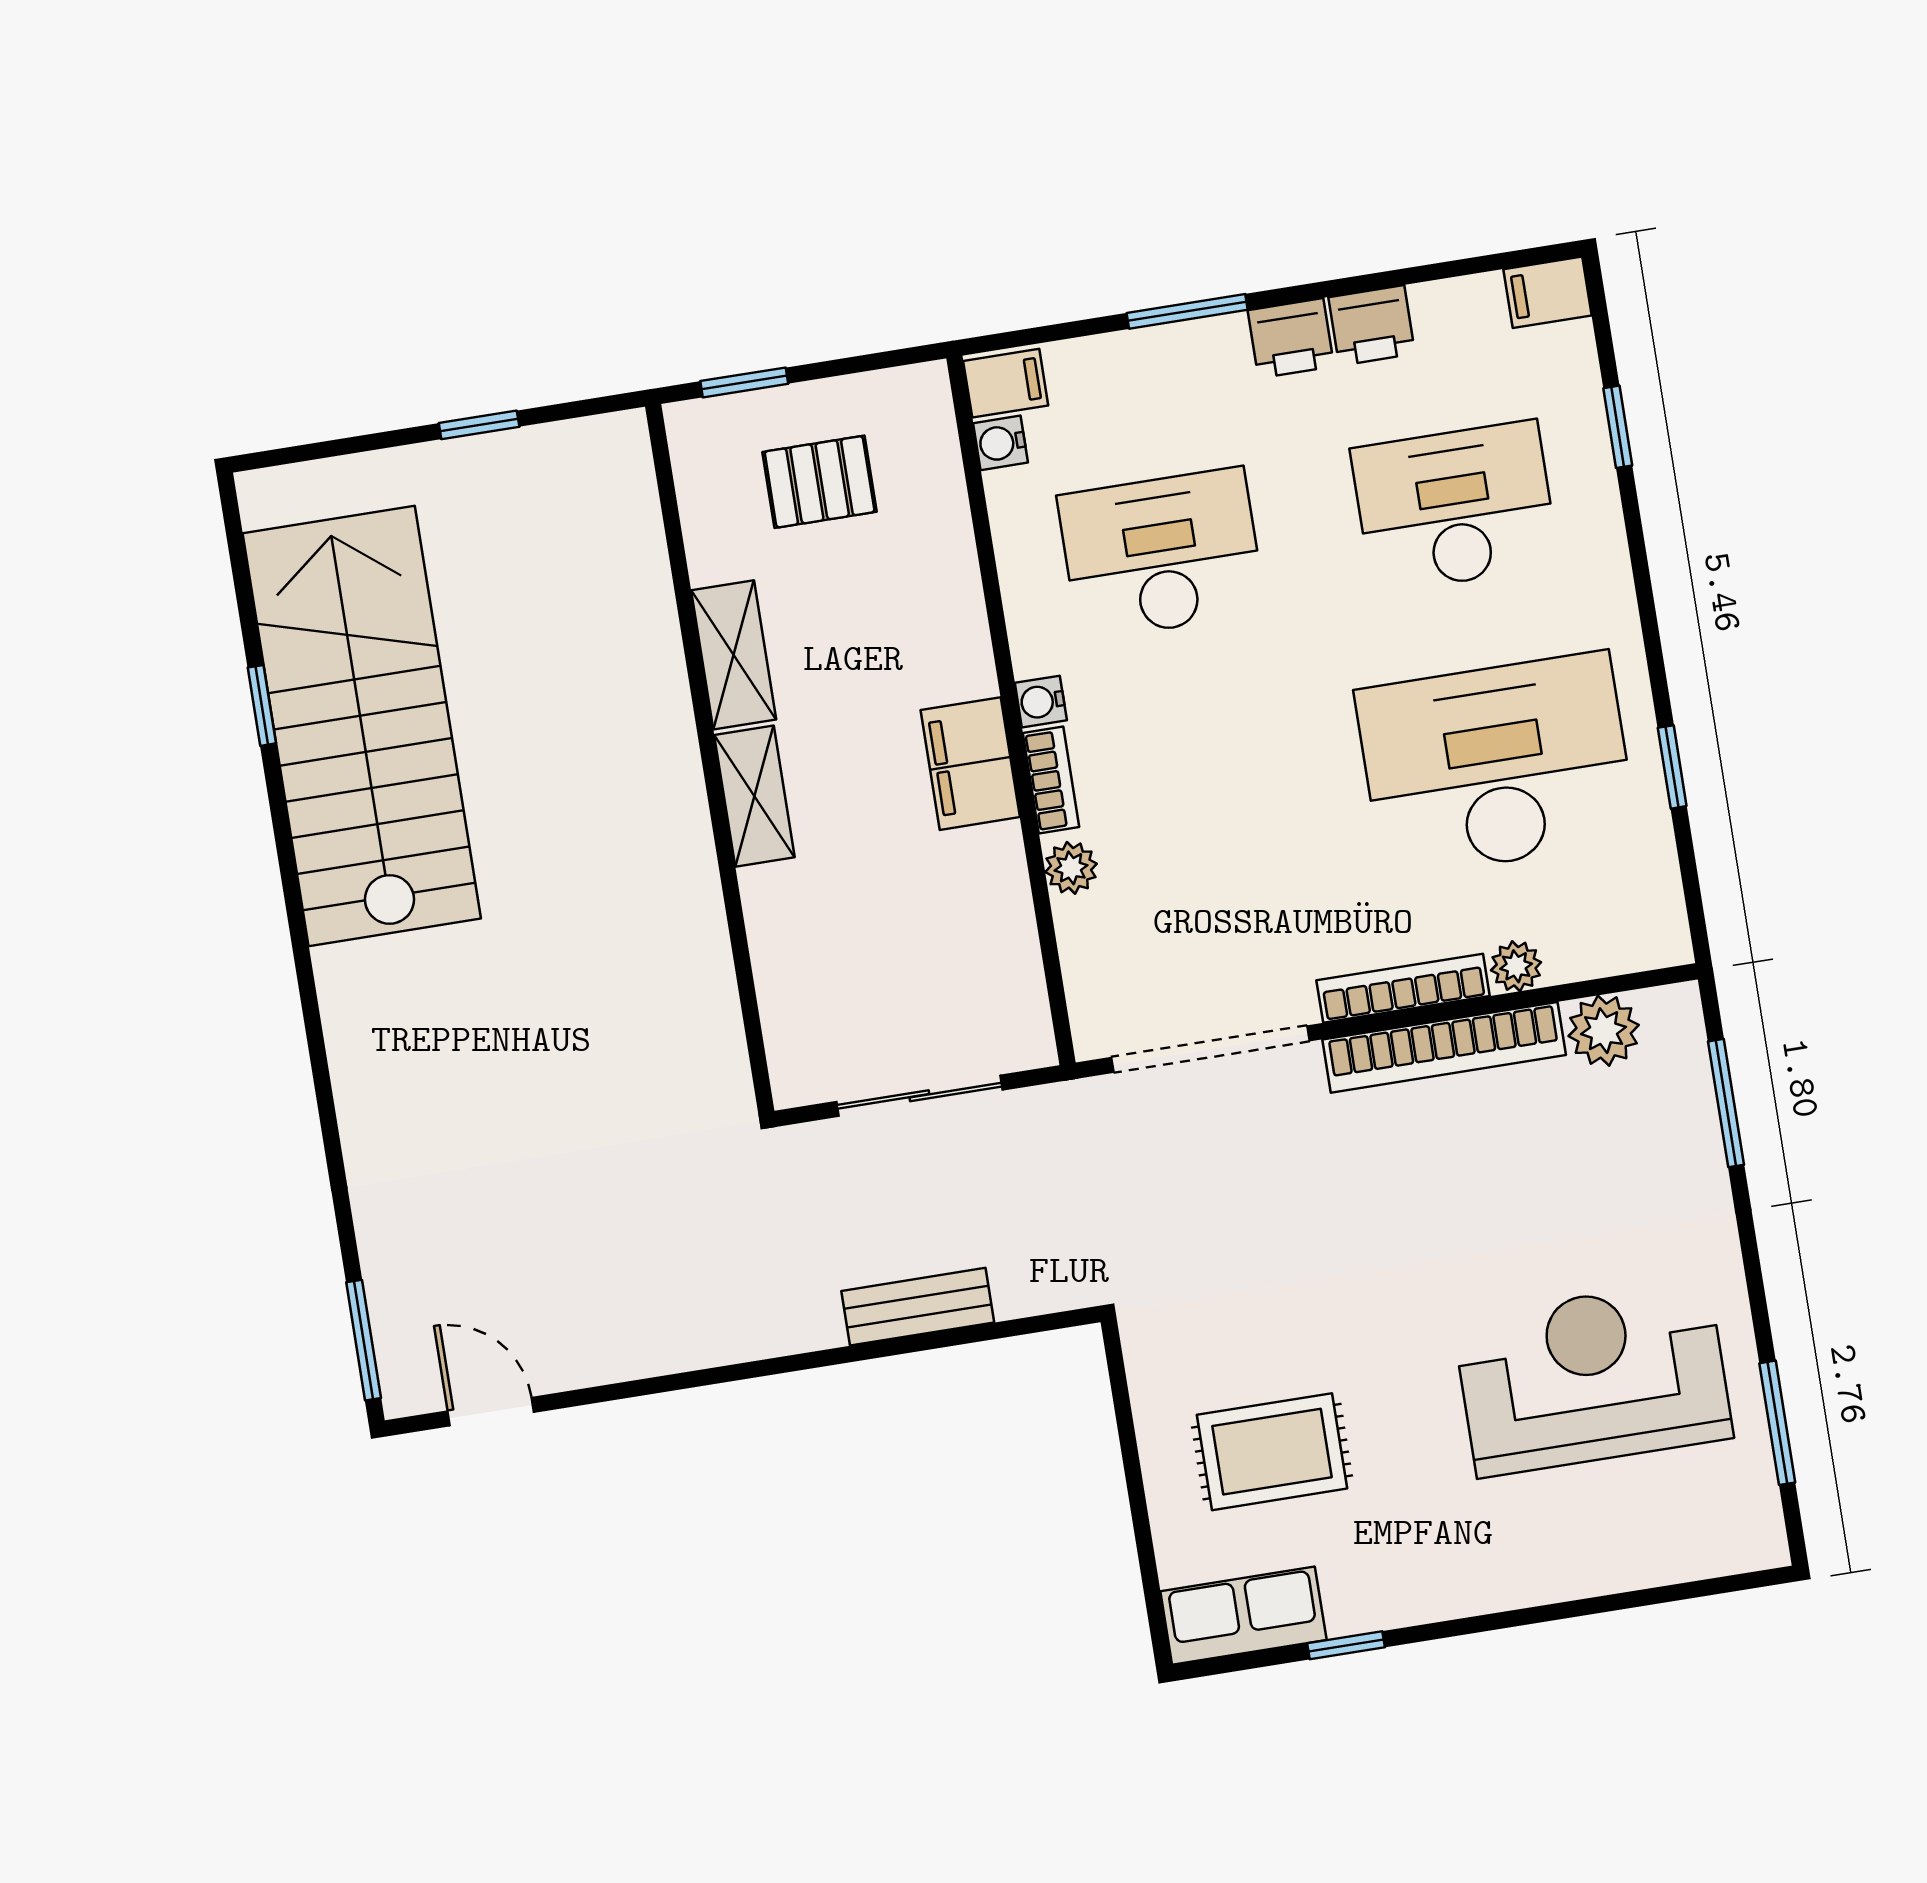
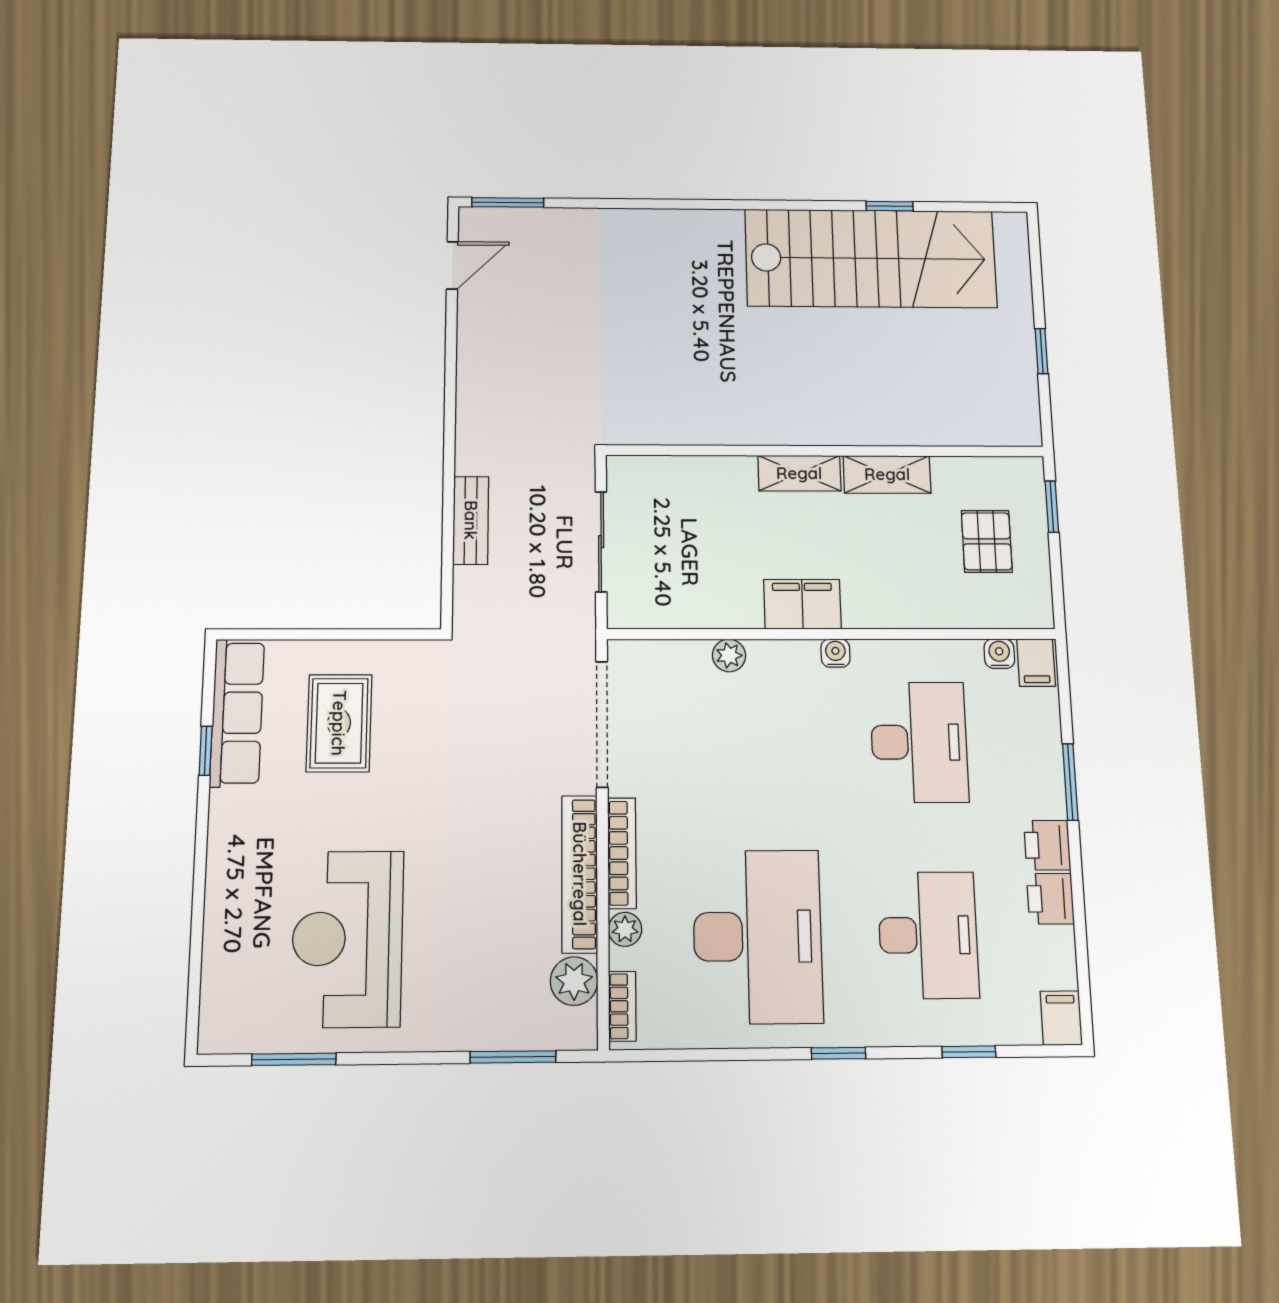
window: (1672, 767) -> (839, 1053), moved
bookcase: (1051, 780) -> (622, 1006), moved, turned -90
reception desk: (1593, 1378) -> (347, 939), turned 180
row of seats: (1243, 1616) -> (237, 713), width x1.48

